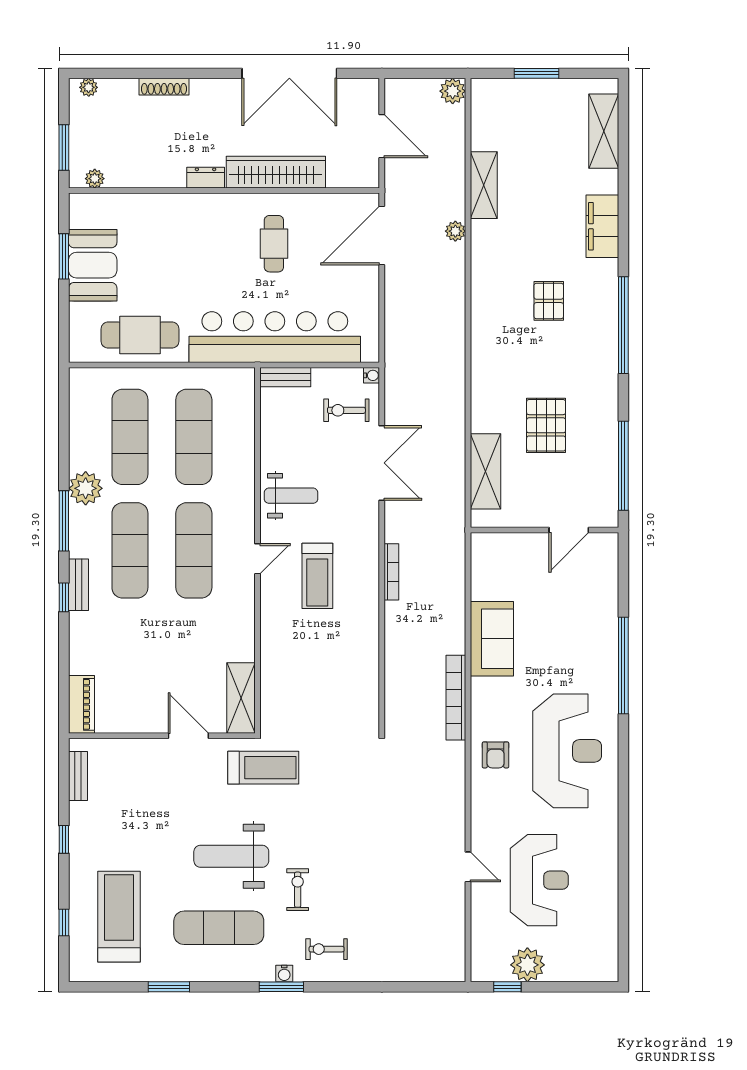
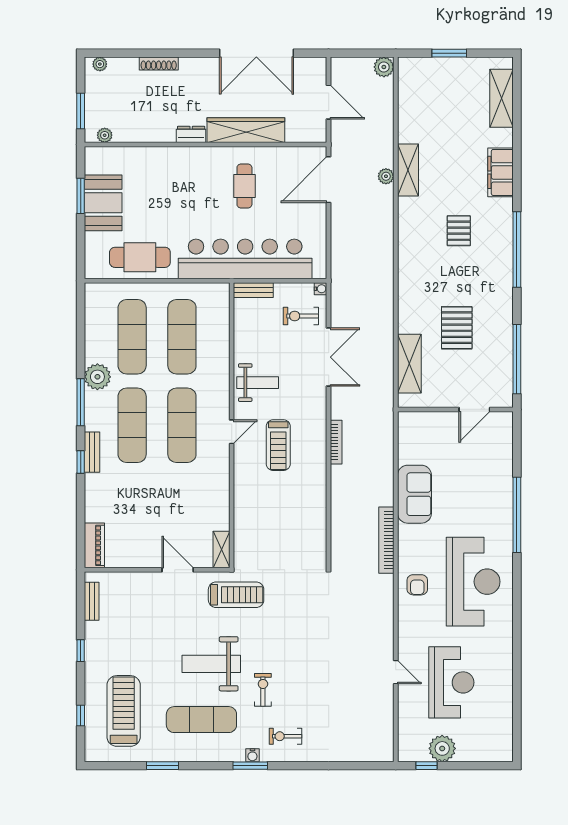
shelving: (484, 185) -> (408, 170), moved
shelving: (241, 698) -> (221, 550), width x0.67, depth x0.75

